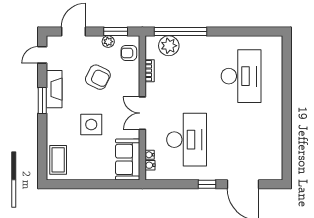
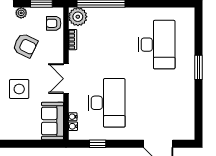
plant: (108, 42) -> (21, 13), moved
plant: (169, 46) -> (78, 17), moved
window: (287, 101) -> (198, 67), added
window: (207, 184) -> (98, 144), moved

